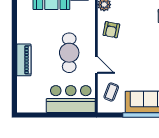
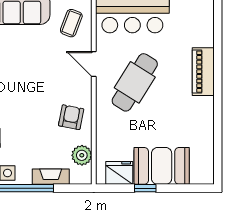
cafe table: (69, 53) -> (135, 82), turned 32

